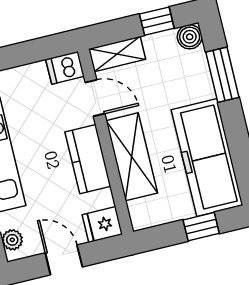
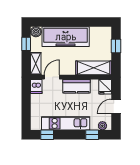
window: (222, 75) -> (55, 22), removed
shelving: (132, 157) -> (94, 68), moved
freezer: (207, 157) -> (66, 37), moved

